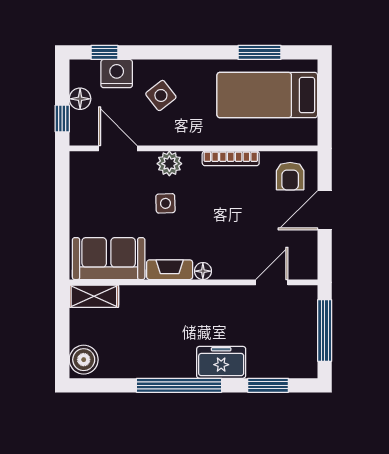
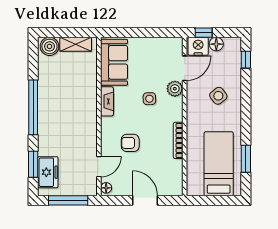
nightstand: (117, 74) -> (198, 46), moved, turned -90
plant: (169, 164) -> (175, 89), moved
armchair: (290, 176) -> (130, 143), moved
floor lamp: (203, 271) -> (106, 188), moved
door: (272, 282) -> (99, 167), hinge flipped
shelving: (94, 296) -> (76, 44), moved, turned 90
freezer: (221, 362) -> (48, 172), moved

